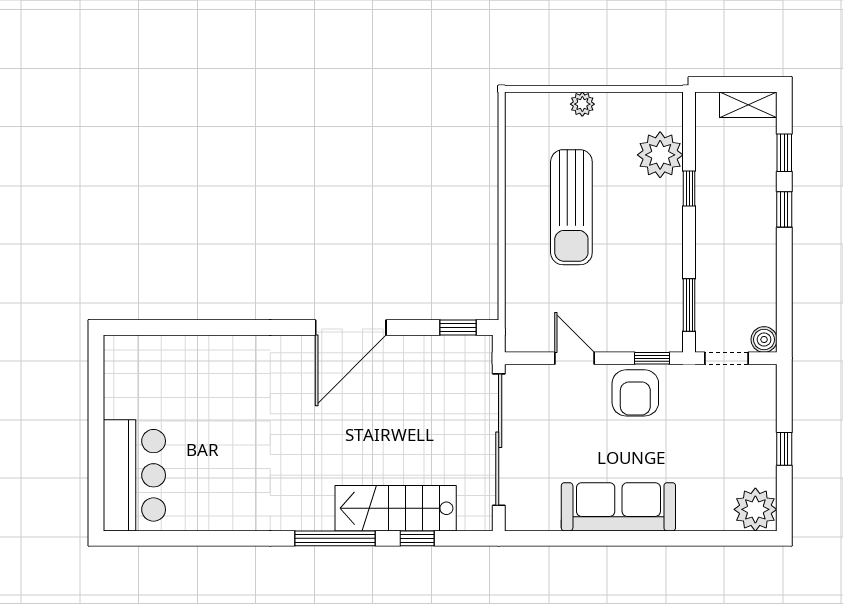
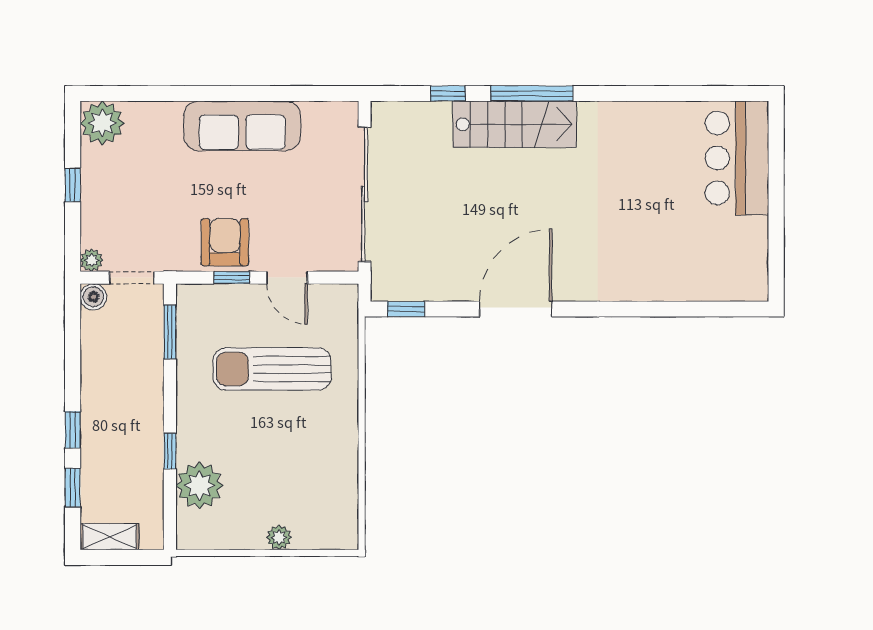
sun lounger: (571, 207) -> (272, 369), moved, turned -90
window: (652, 358) -> (232, 278), moved
plant: (766, 375) -> (92, 260), added
stairs: (396, 508) -> (515, 124), moved

